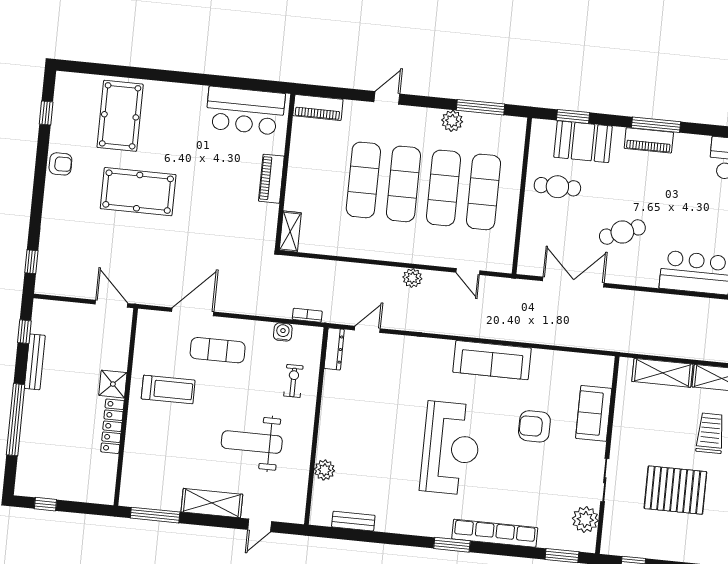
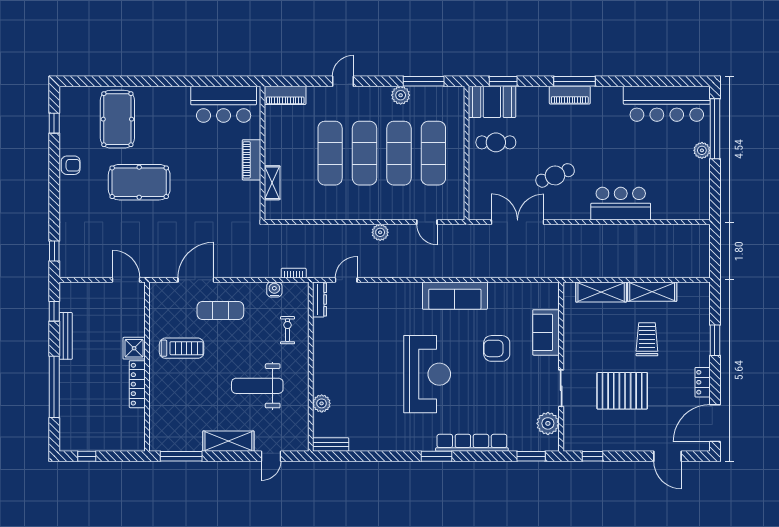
booth: (583, 142) -> (492, 102), moved
shelving: (290, 231) -> (272, 183), moved
bench: (353, 521) -> (331, 445), moved

